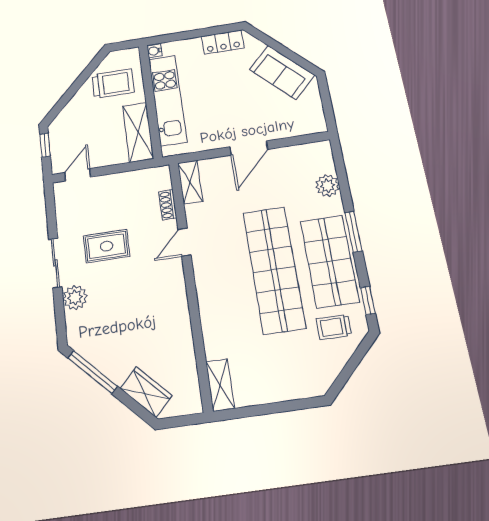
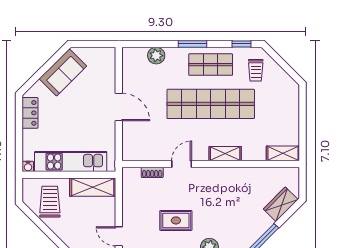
shelving: (190, 182) -> (225, 154), moved
door: (184, 242) -> (182, 164), swing flipped
rug: (107, 246) -> (176, 220), turned 90
shop shelf: (330, 261) -> (211, 65), width x0.70, depth x0.74

